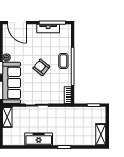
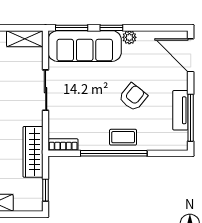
door: (17, 23) -> (191, 55), hinge flipped
armchair: (41, 67) -> (133, 97), moved
wardrobe: (72, 112) -> (33, 152), added

